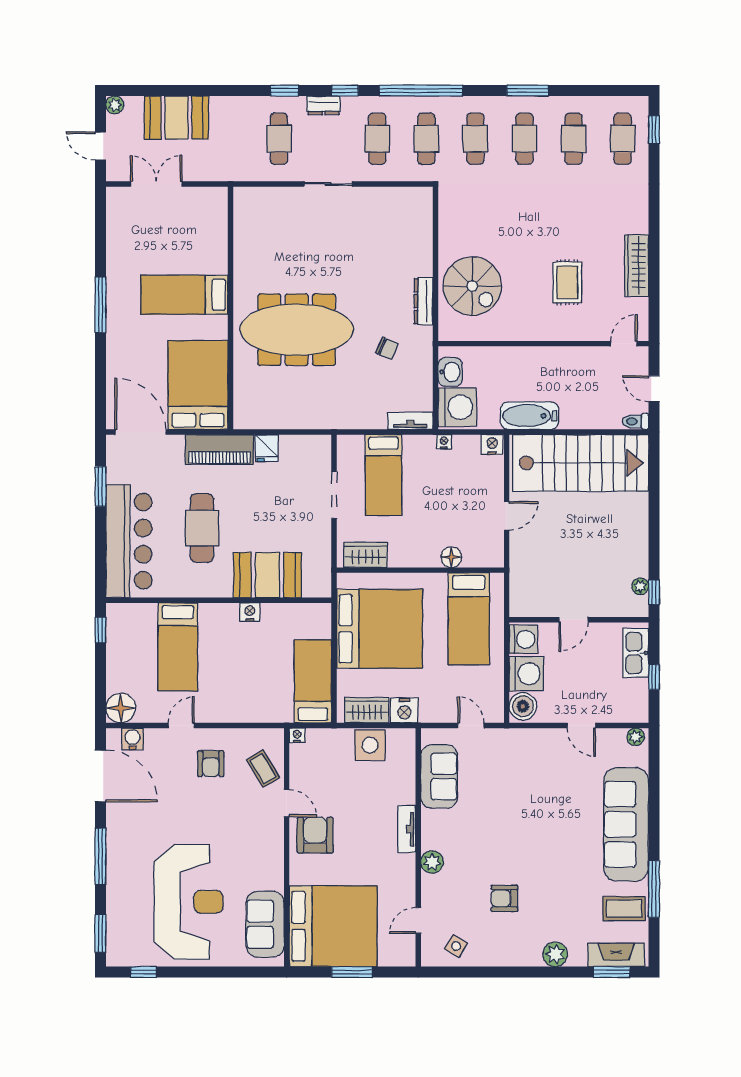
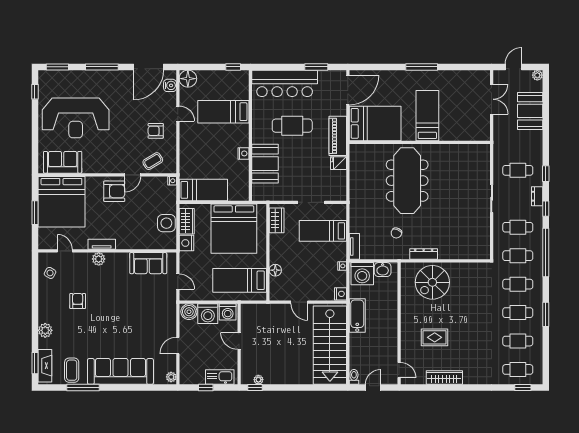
door: (471, 725) -> (178, 281), hinge flipped
tv unit: (407, 829) -> (102, 244), moved

